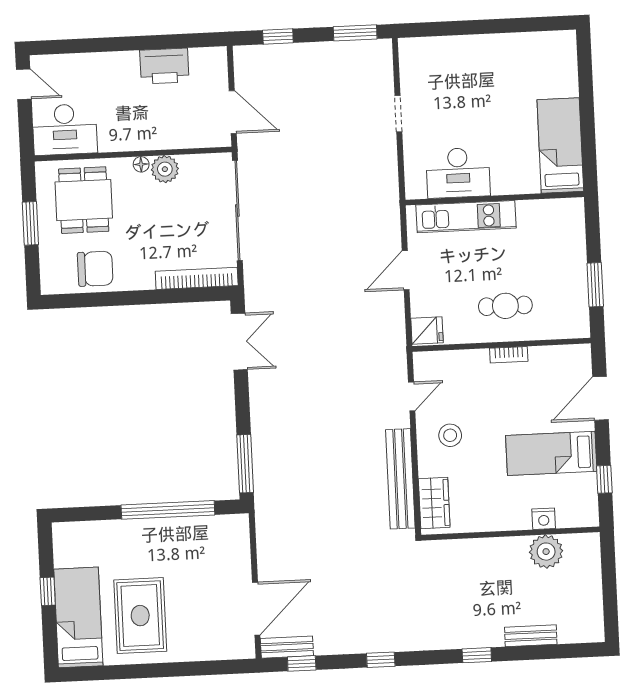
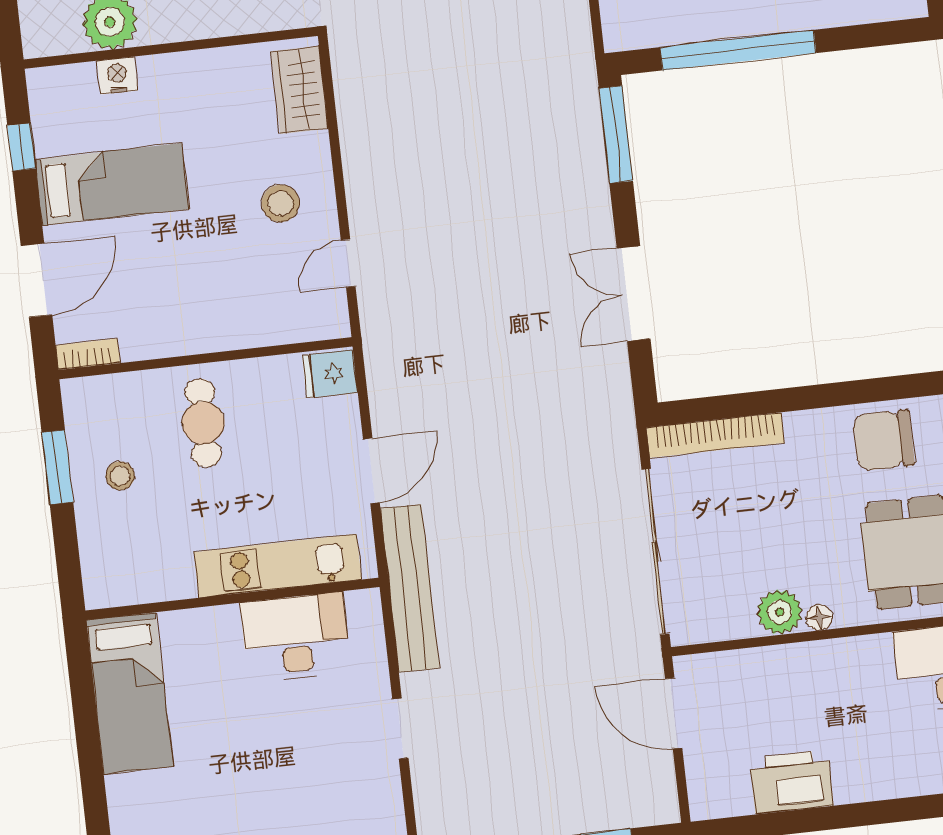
stool: (558, 277) -> (120, 476), added
cafe table: (505, 306) -> (203, 423), turned 90
double door: (239, 342) -> (634, 294), moved
bookcase: (509, 355) -> (88, 354), moved
bench: (400, 479) -> (410, 588), moved

